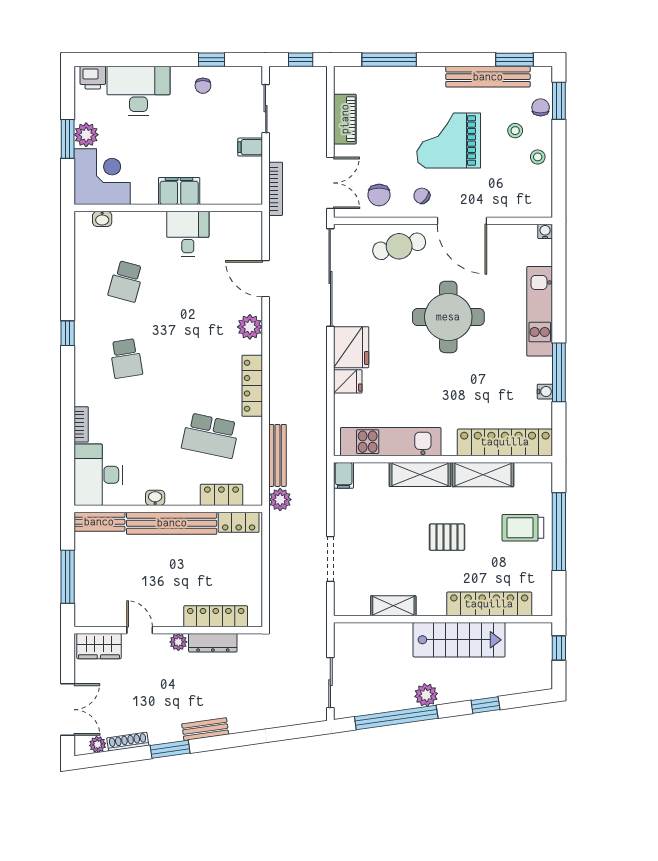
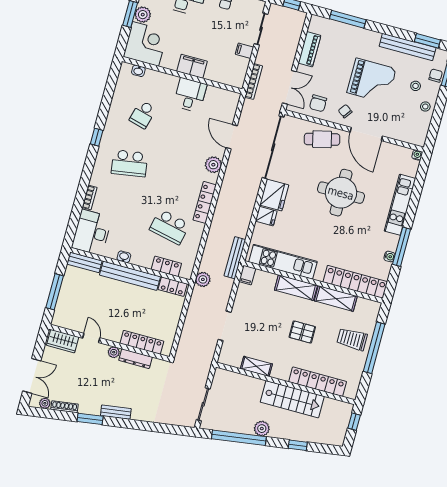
grand piano: (449, 140) -> (372, 81), turned 180
school desk: (126, 358) -> (129, 163), width x1.85
bench: (278, 455) -> (235, 258), moved

